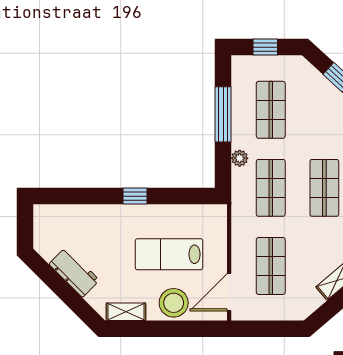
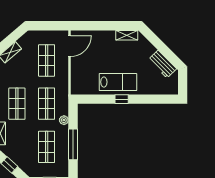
lab bench: (169, 254) -> (118, 82), moved
workbench: (74, 272) -> (162, 64), moved
stool: (174, 303) -> (100, 40), removed

